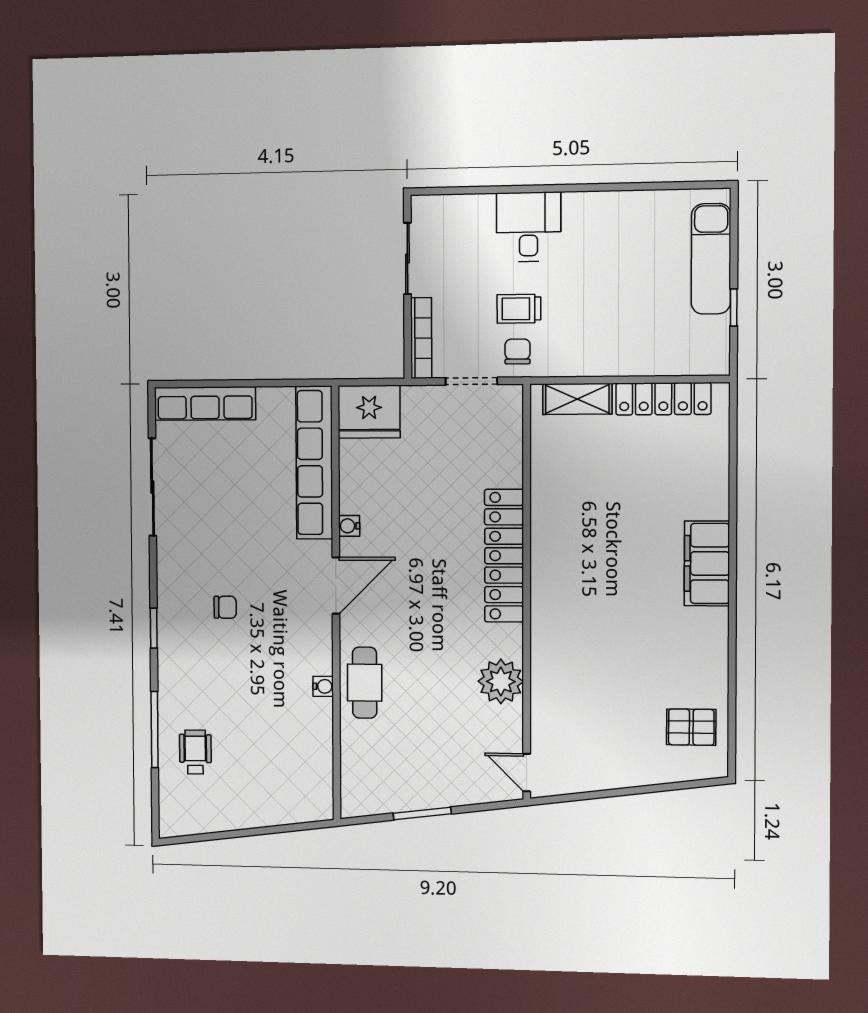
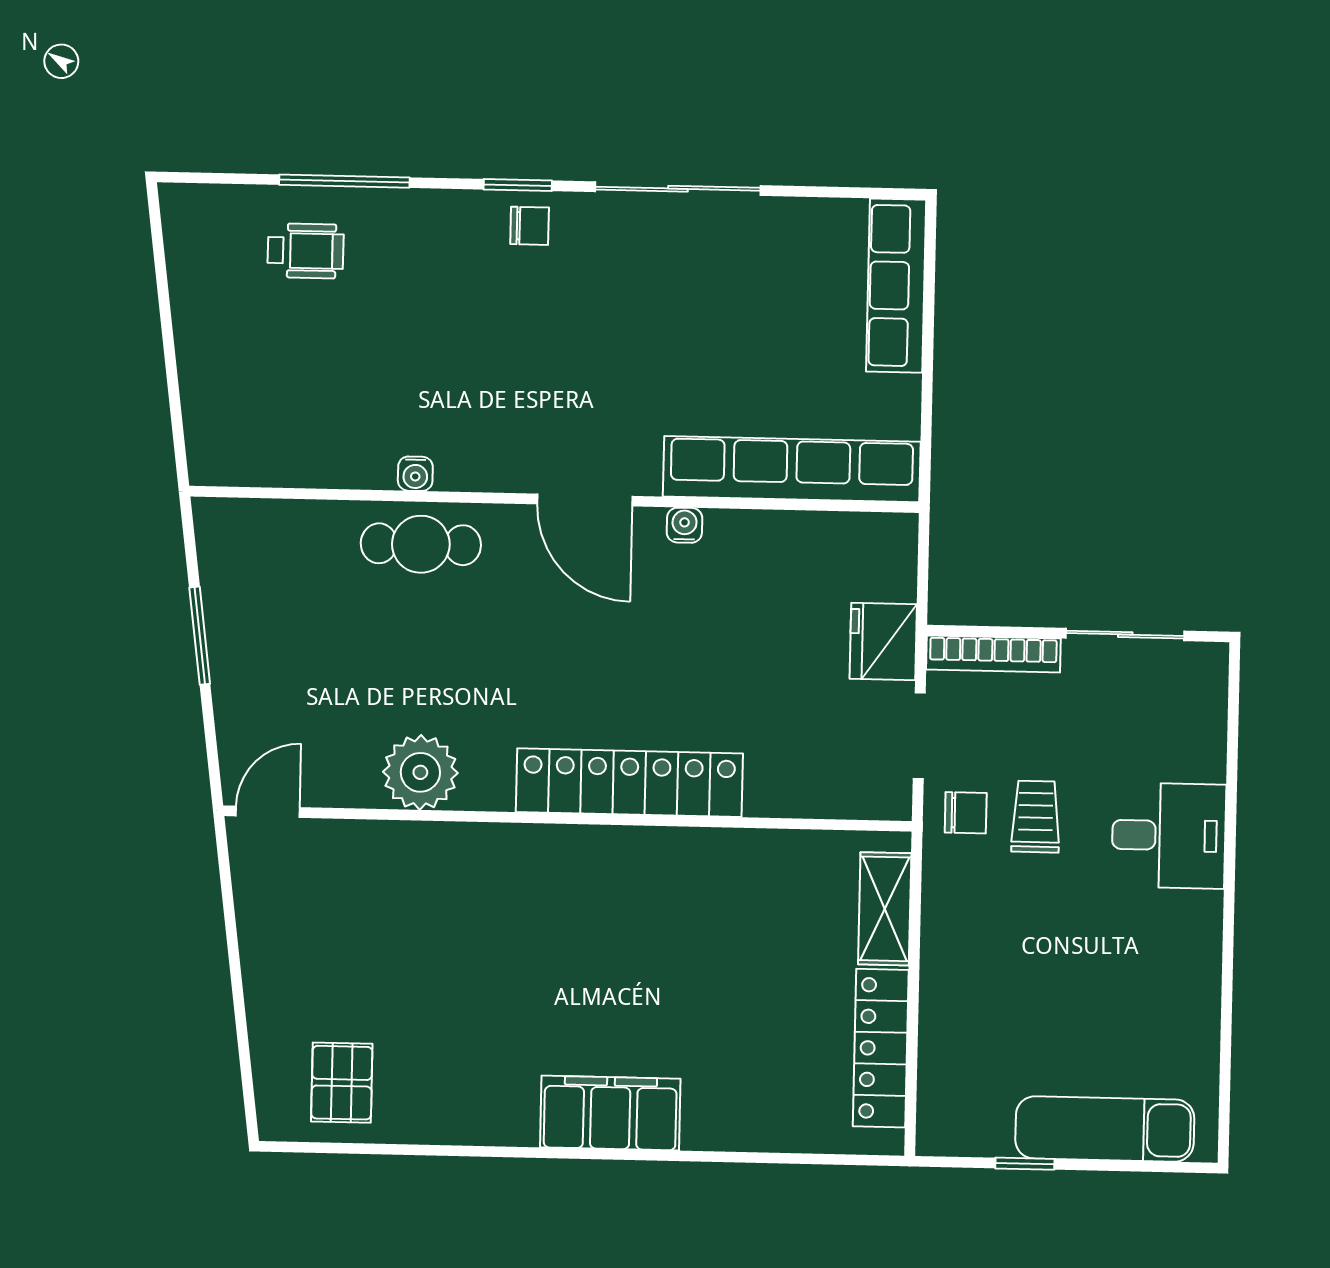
fridge: (369, 412) -> (883, 642), moved, width x0.73, depth x0.75
sliding door: (152, 487) -> (678, 189), moved
chair: (225, 607) -> (530, 226), moved, turned -90

